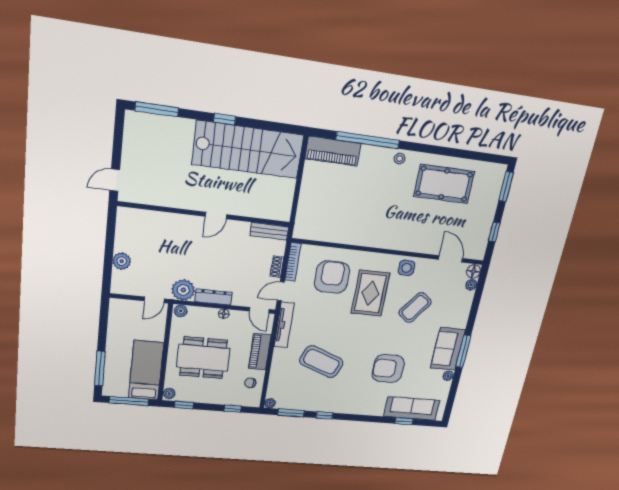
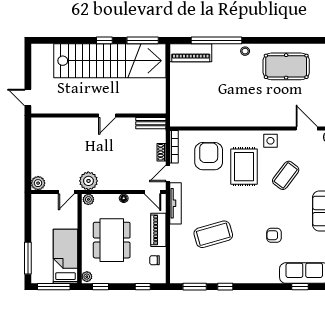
window: (157, 109) -> (143, 40), moved
stairs: (248, 150) -> (110, 61), width x1.36
door: (115, 180) -> (28, 98), hinge flipped
plant: (122, 261) -> (38, 183), moved
dresser: (213, 297) -> (113, 184), removed
dining table: (203, 358) -> (112, 240), turned 90
coffee table: (321, 362) -> (213, 234), turned -37
armchair: (388, 369) -> (274, 235), width x0.53, depth x0.53
plant: (270, 403) -> (175, 279), removed

